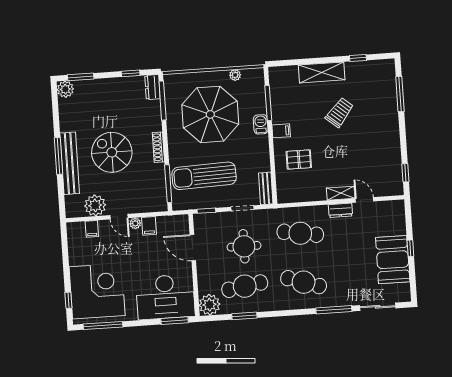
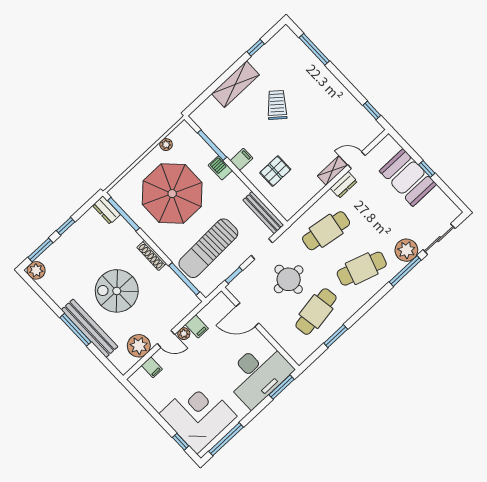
window: (131, 73) -> (66, 226), moved
bench: (266, 188) -> (263, 213), width x1.36
booth: (393, 260) -> (408, 178), moved
plant: (209, 305) -> (406, 250), moved

